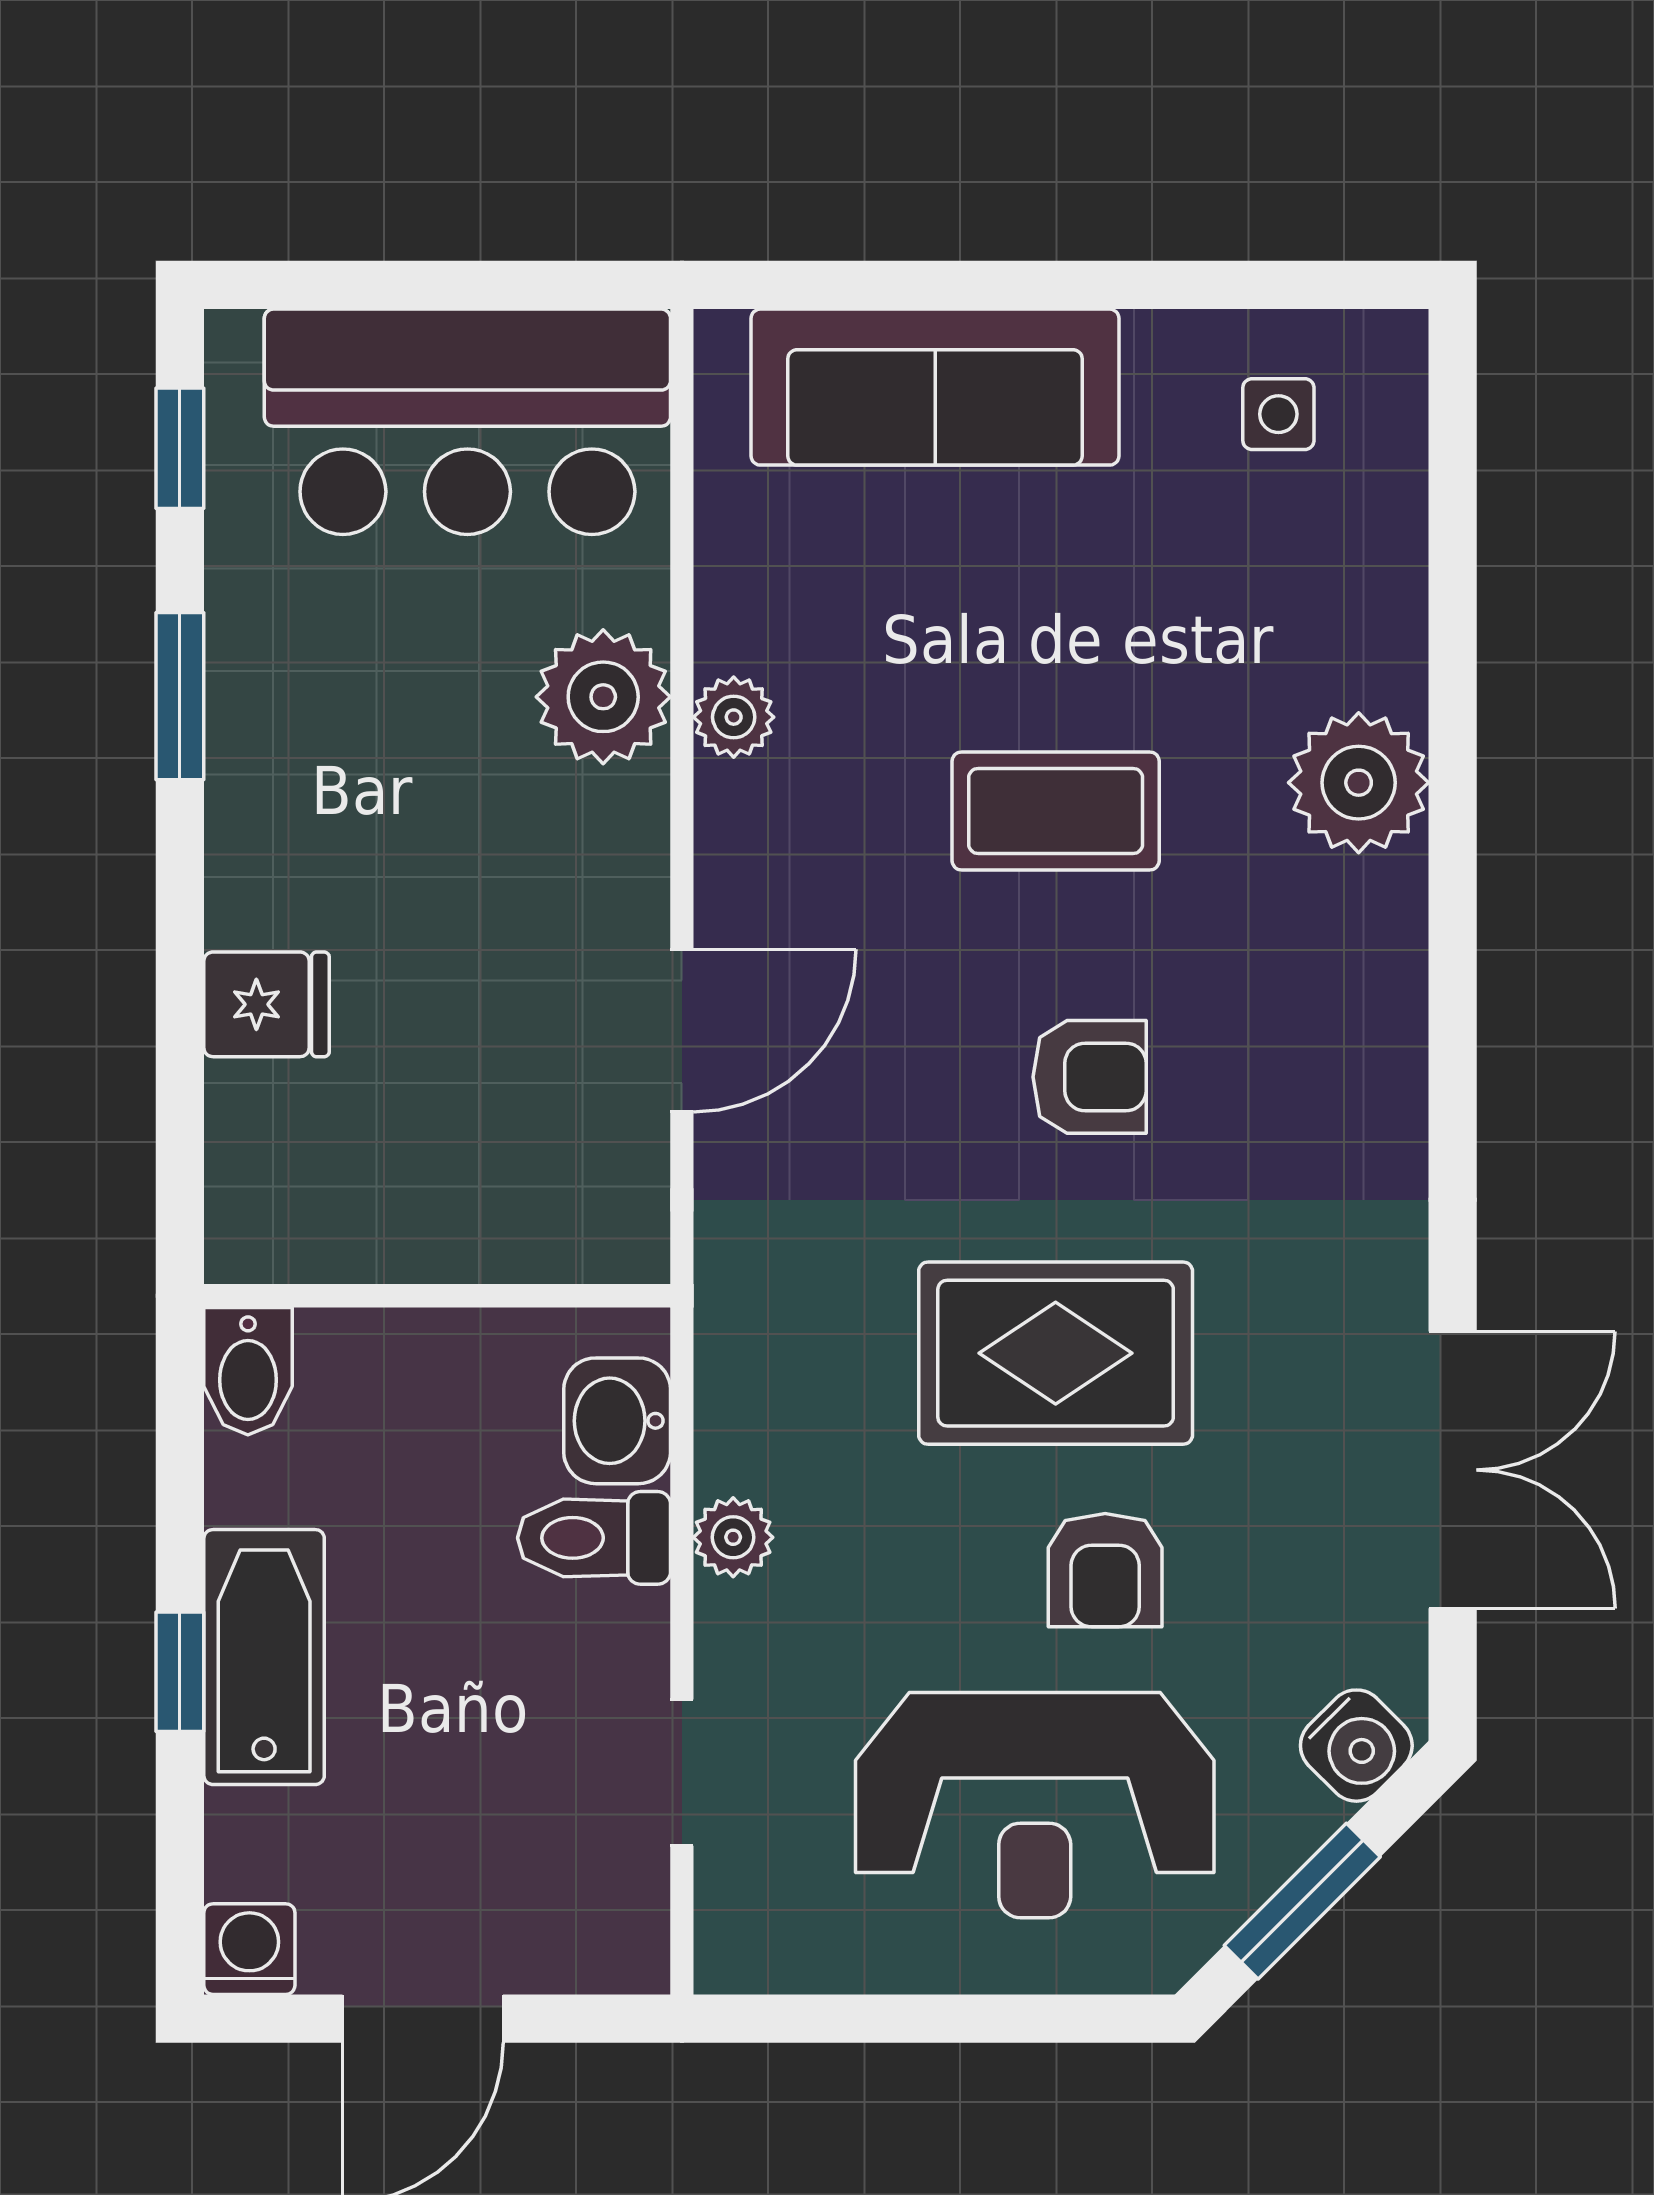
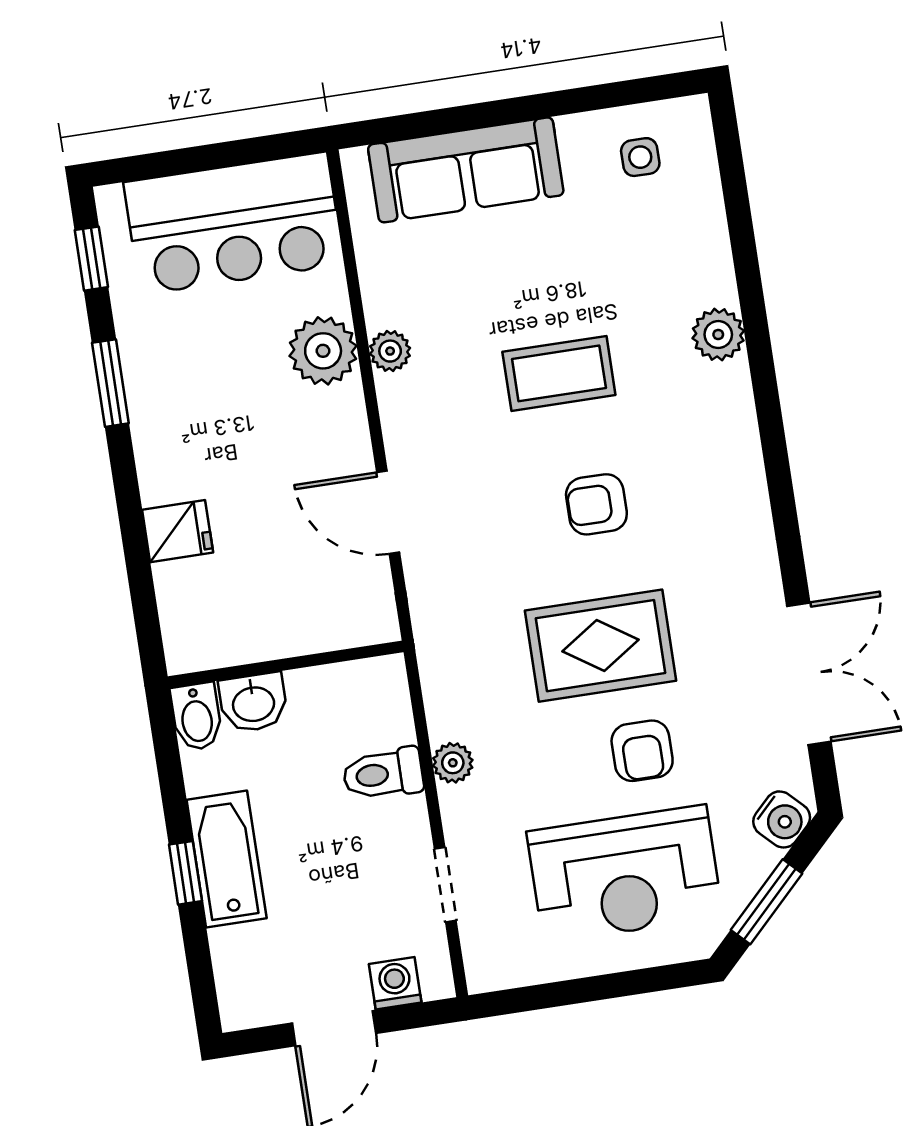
plant: (1359, 783) -> (718, 334), width x0.73, depth x0.73
door: (682, 1031) -> (388, 512), swing flipped
armchair: (1090, 1077) -> (596, 504), turned 180
washbasin: (617, 1421) -> (253, 703), moved, turned -90
washing machine: (249, 1949) -> (395, 983), moved

